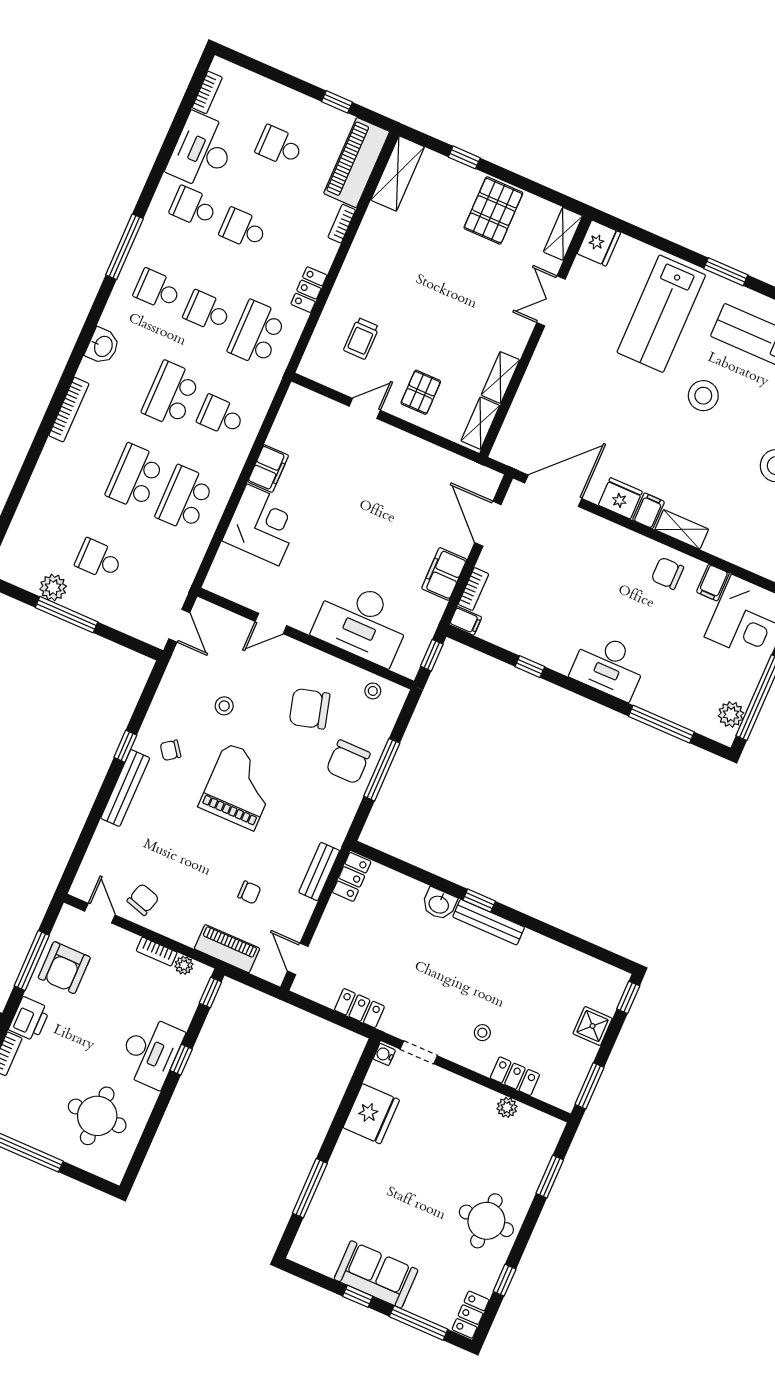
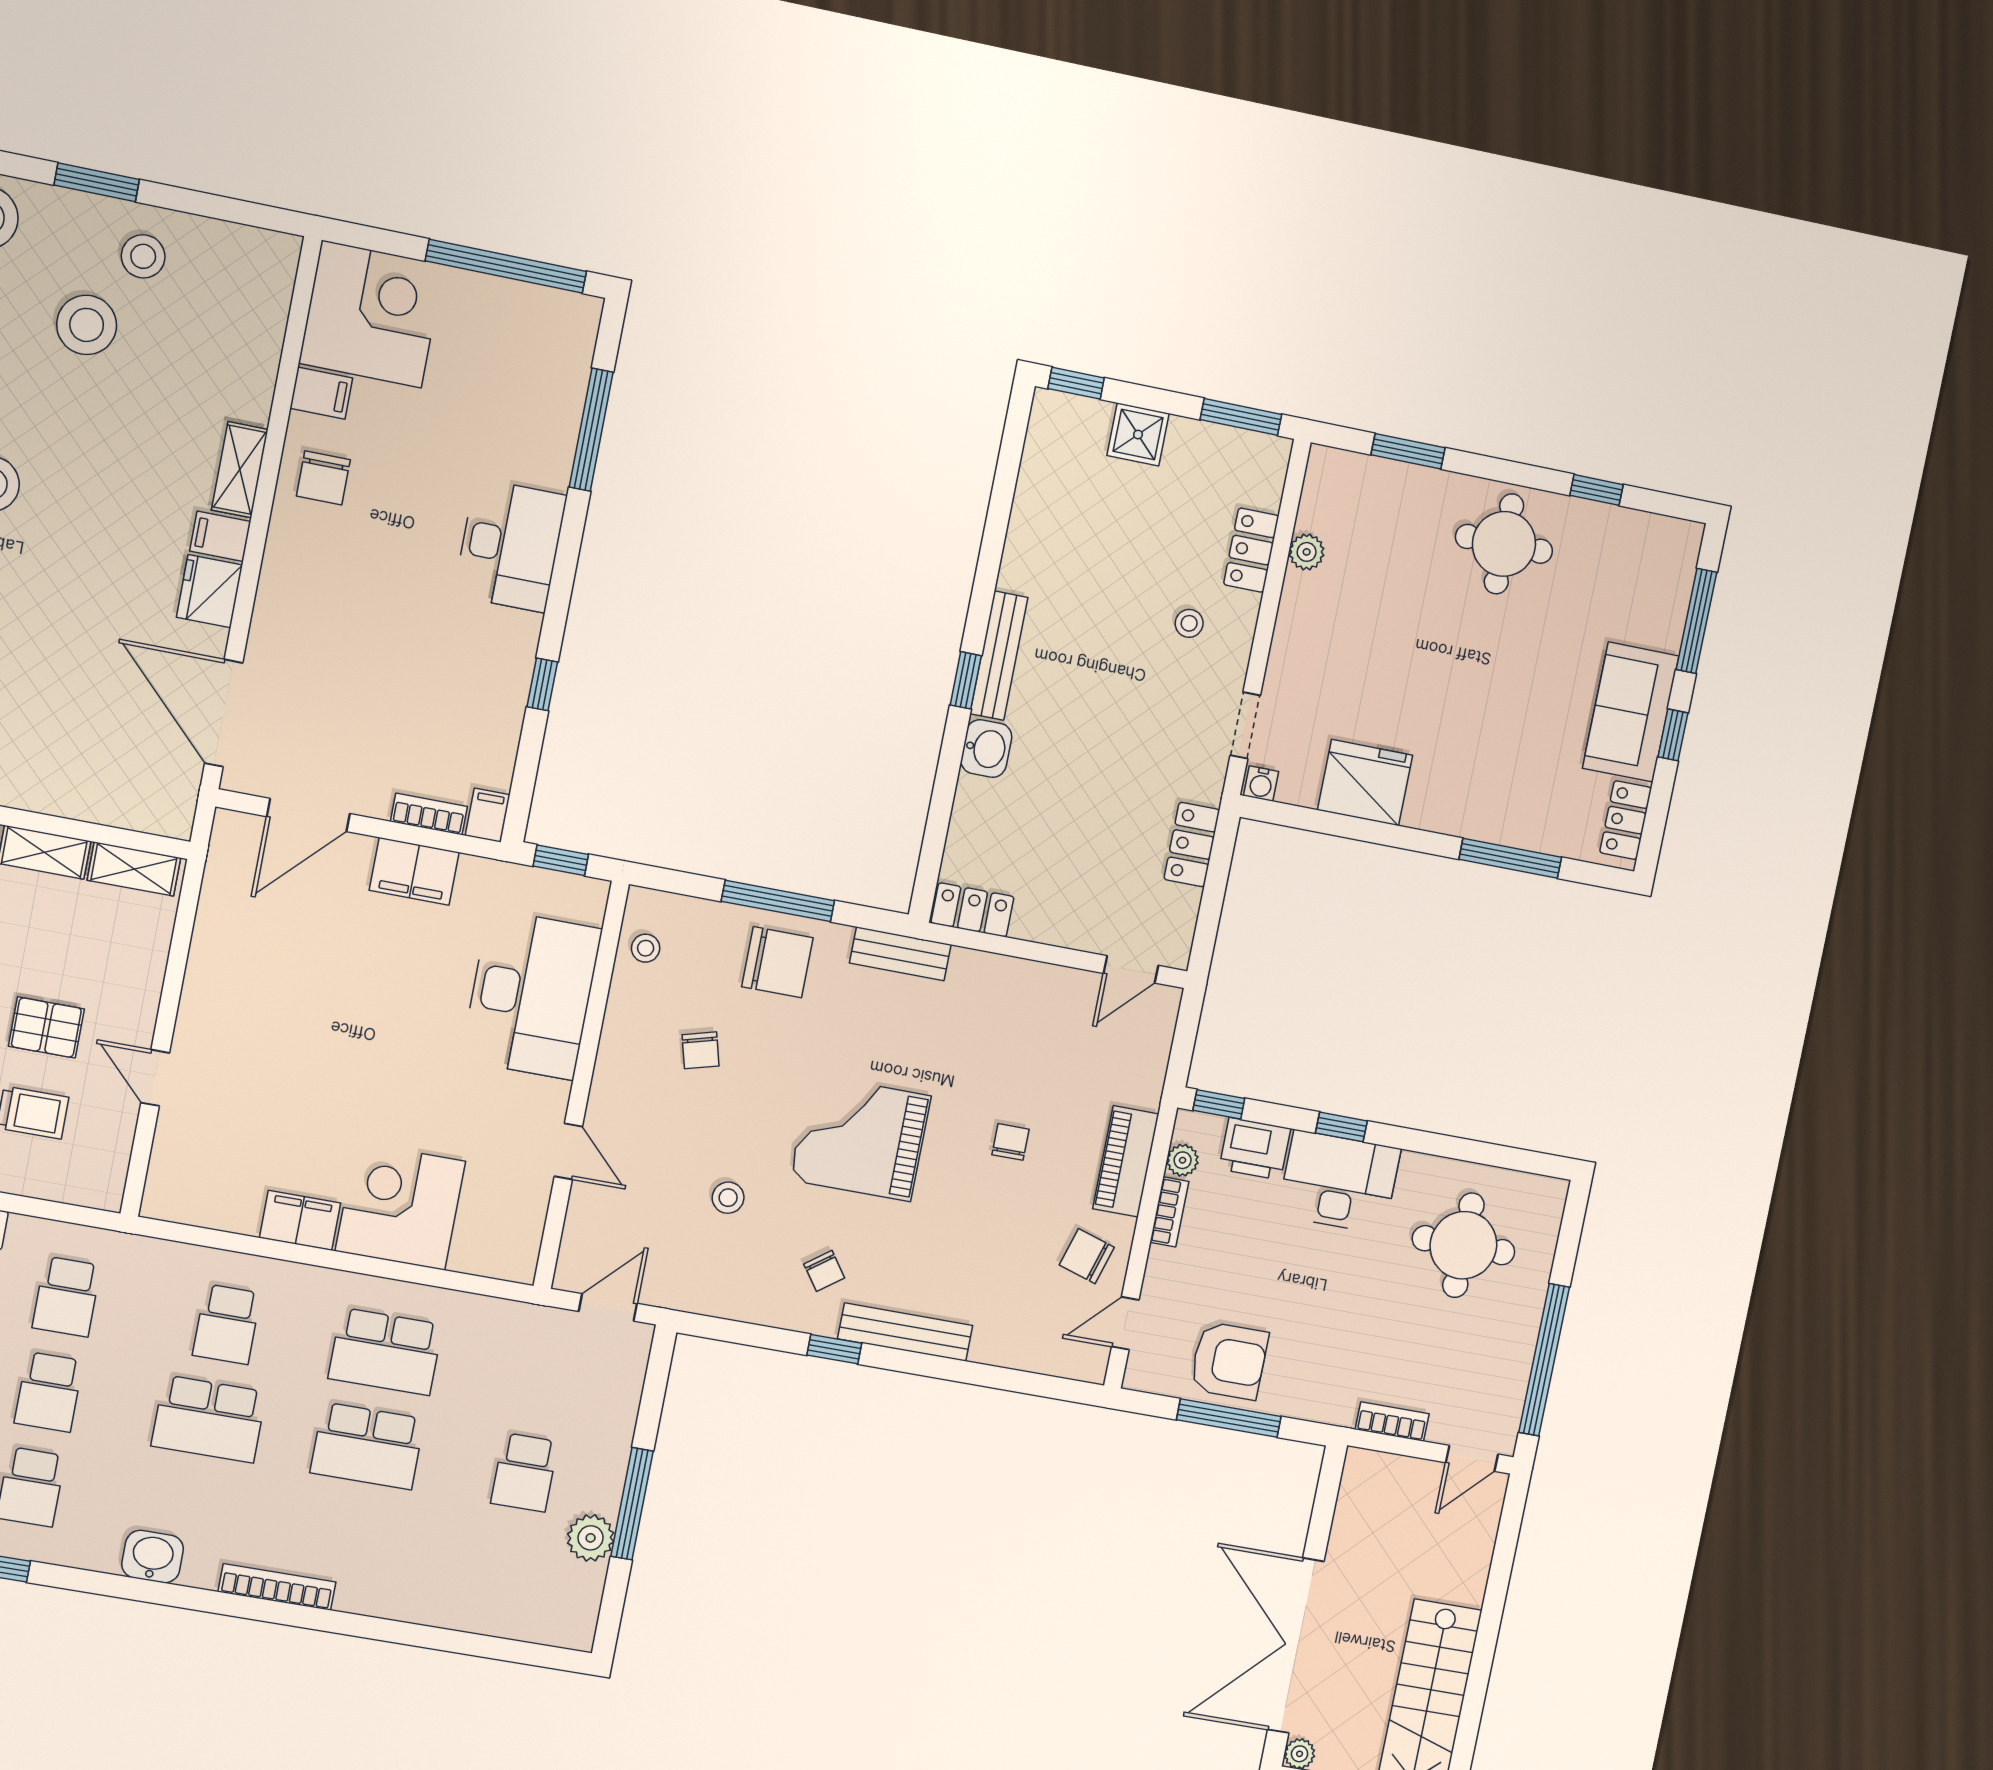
school desk: (257, 333) -> (67, 1297), width x0.54
pallet: (421, 392) -> (46, 1028), moved
chair: (309, 709) -> (700, 1050), width x0.54, depth x0.54
plant: (731, 714) -> (547, 310), removed
bench: (319, 872) -> (900, 954), moved
chair: (249, 892) -> (1010, 1142), moved
piano: (227, 949) -> (1126, 1161), moved
printer: (29, 1019) -> (1255, 1149), moved, turned 180
locker: (471, 1315) -> (1626, 820), moved, turned 90

